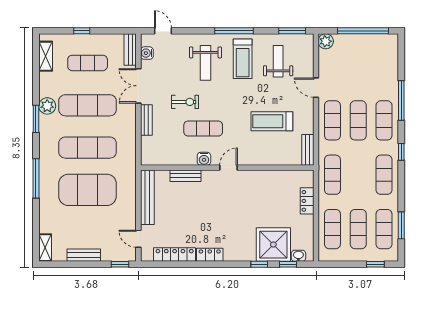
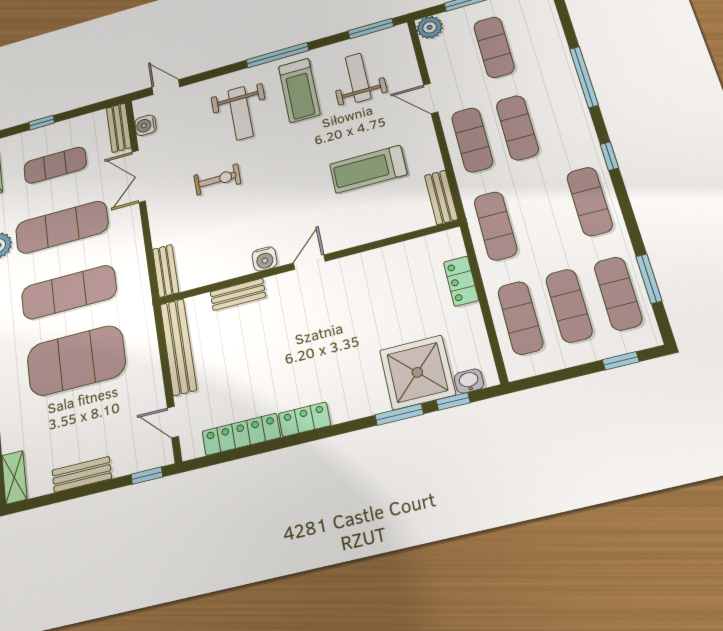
bench: (146, 120) -> (166, 271), moved
exercise mat: (384, 120) -> (494, 47), moved
exercise mat: (203, 129) -> (255, 212), removed
window: (259, 264) -> (399, 414), width x1.50

